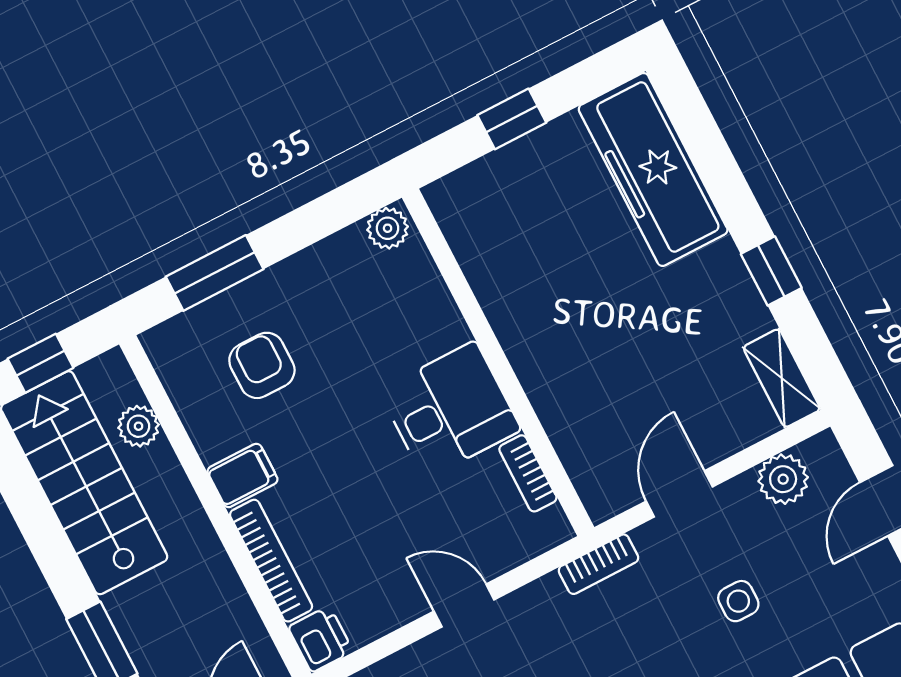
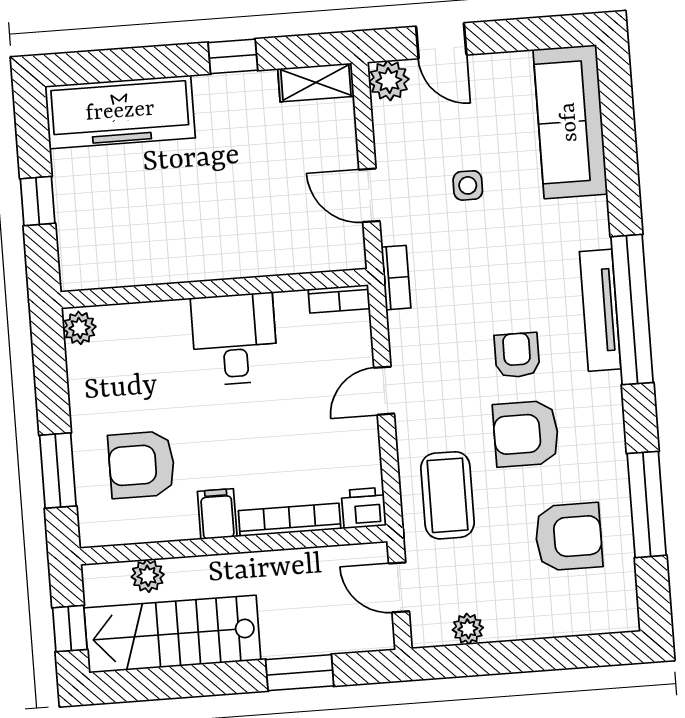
armchair: (262, 365) -> (142, 465), width x1.38, depth x1.38
bookcase: (528, 473) -> (339, 299), moved
plant: (783, 479) -> (389, 81), moved

